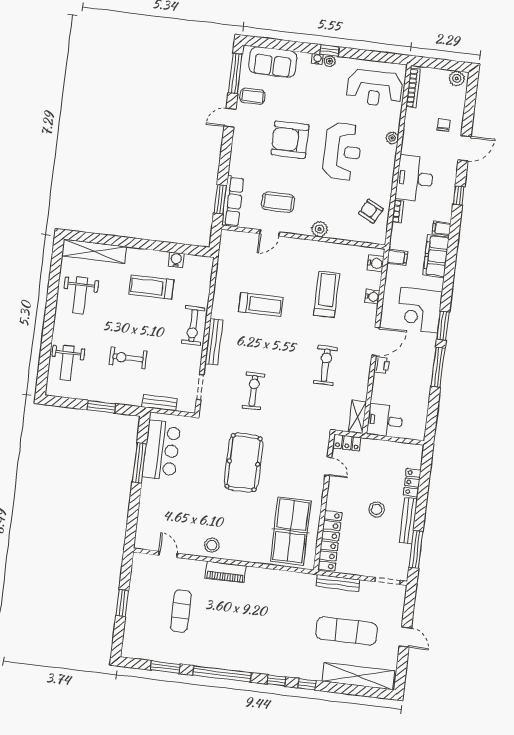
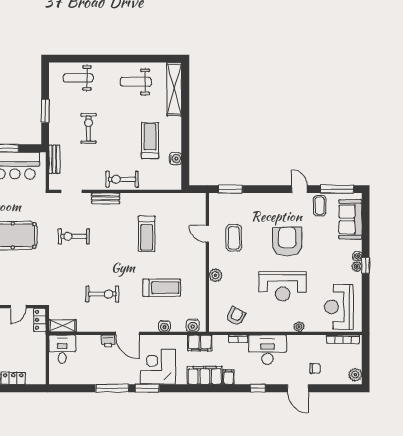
row of seats: (233, 201) -> (230, 200), removed
filing cabinet: (397, 257) -> (200, 343), width x2.00
bench: (214, 342) -> (106, 198), width x0.73
exercise bike: (253, 391) -> (74, 236), turned 180

